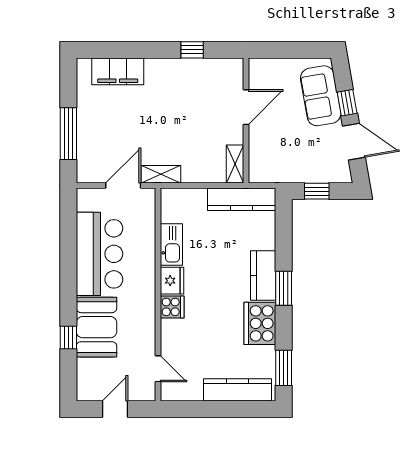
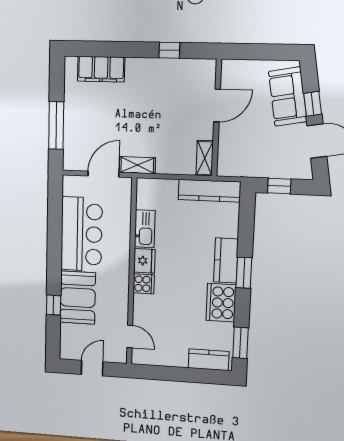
kitchen counter: (237, 390) -> (209, 360), width x0.67

